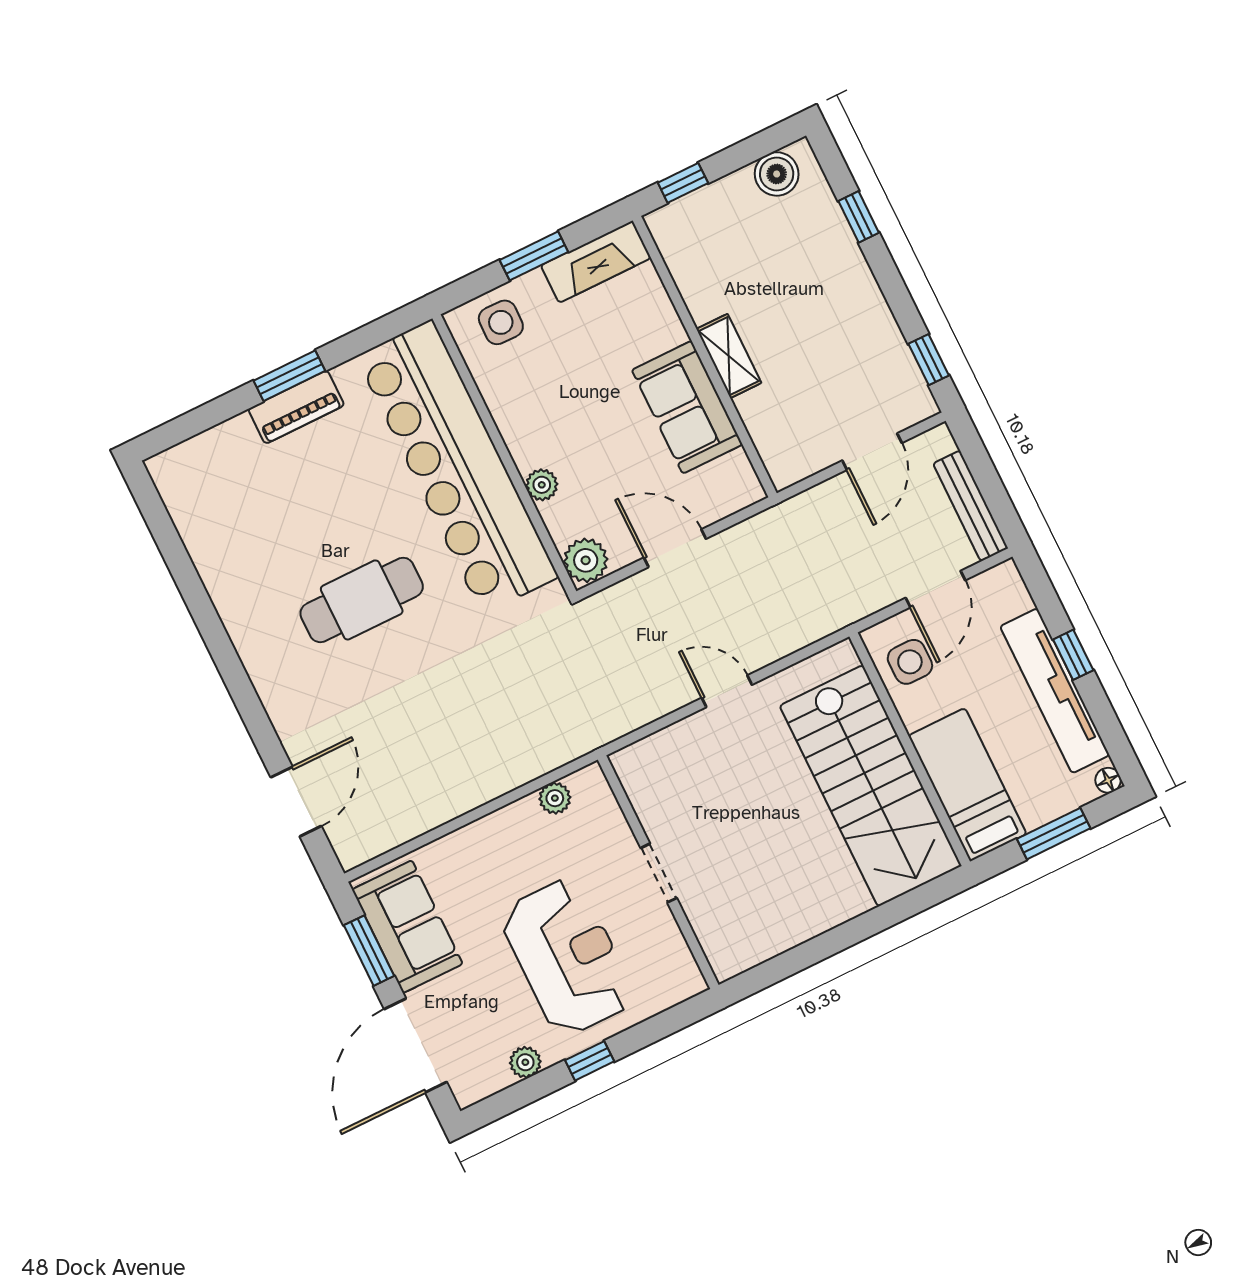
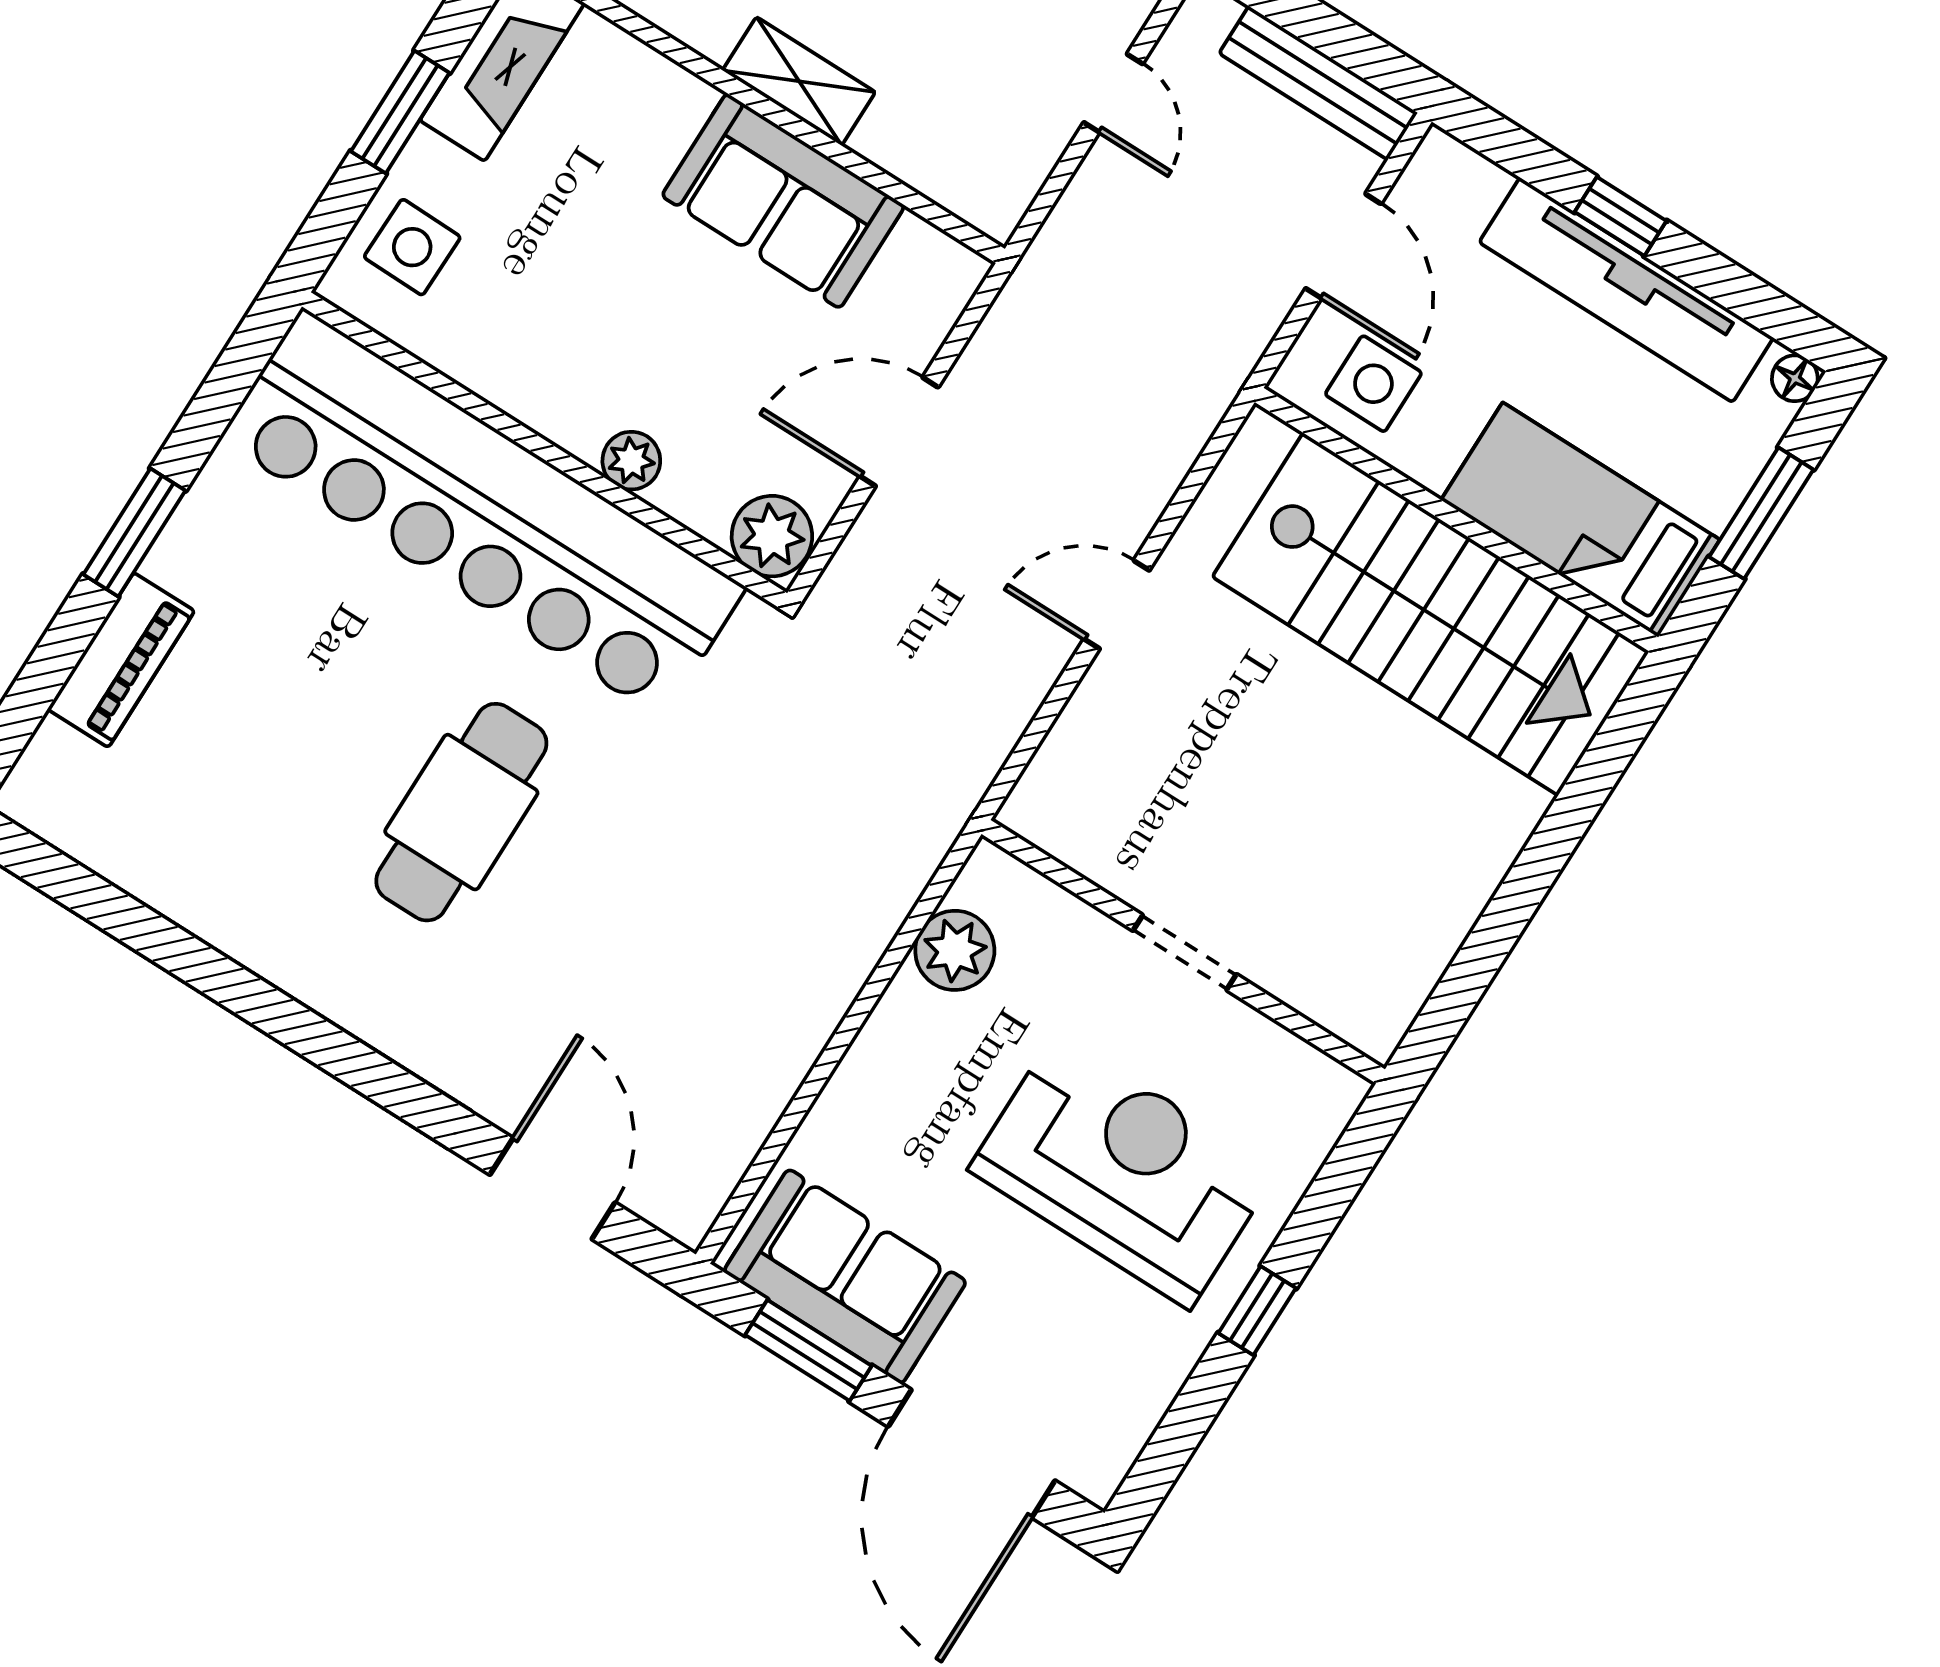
piano: (296, 407) -> (121, 660), moved
door: (872, 452) -> (1113, 93), width x0.73
plant: (555, 798) -> (955, 950), width x1.38, depth x1.38
plant: (525, 1062) -> (1158, 1374), removed

